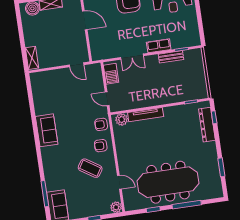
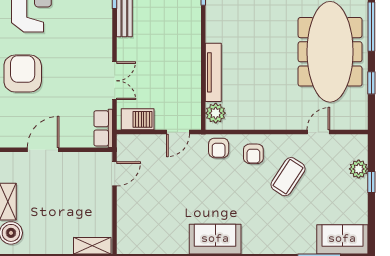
row of seats: (159, 46) -> (103, 128), moved
plant: (116, 207) -> (359, 169), moved

